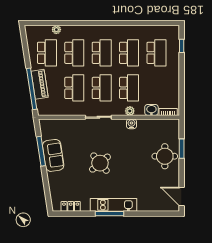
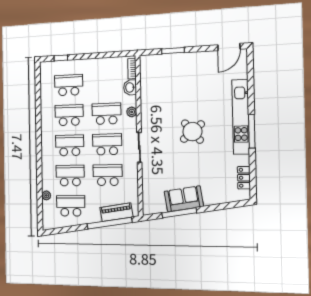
piano: (40, 84) -> (116, 212), moved
water cooler: (131, 124) -> (146, 109), removed
round table: (165, 156) -> (182, 69), removed
round table: (100, 163) -> (192, 132), moved
kitchen unit: (114, 205) -> (241, 117), width x1.36

